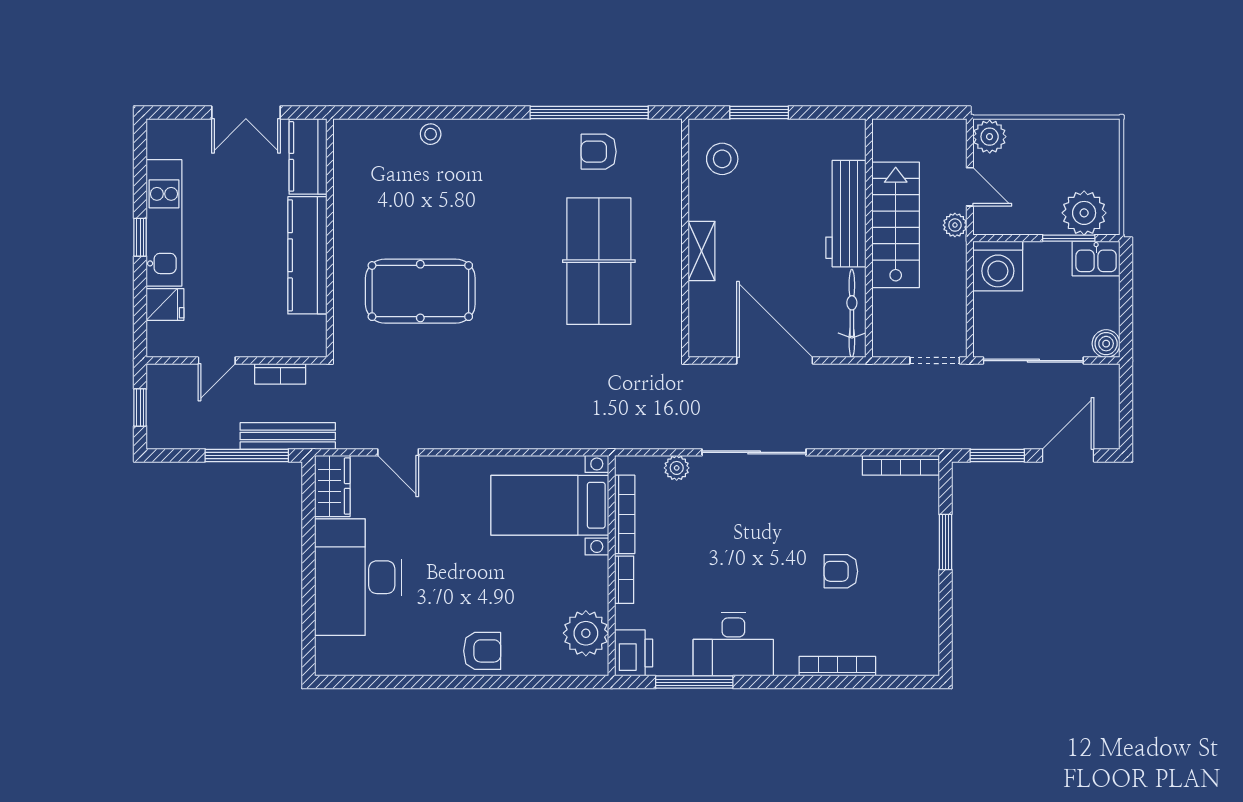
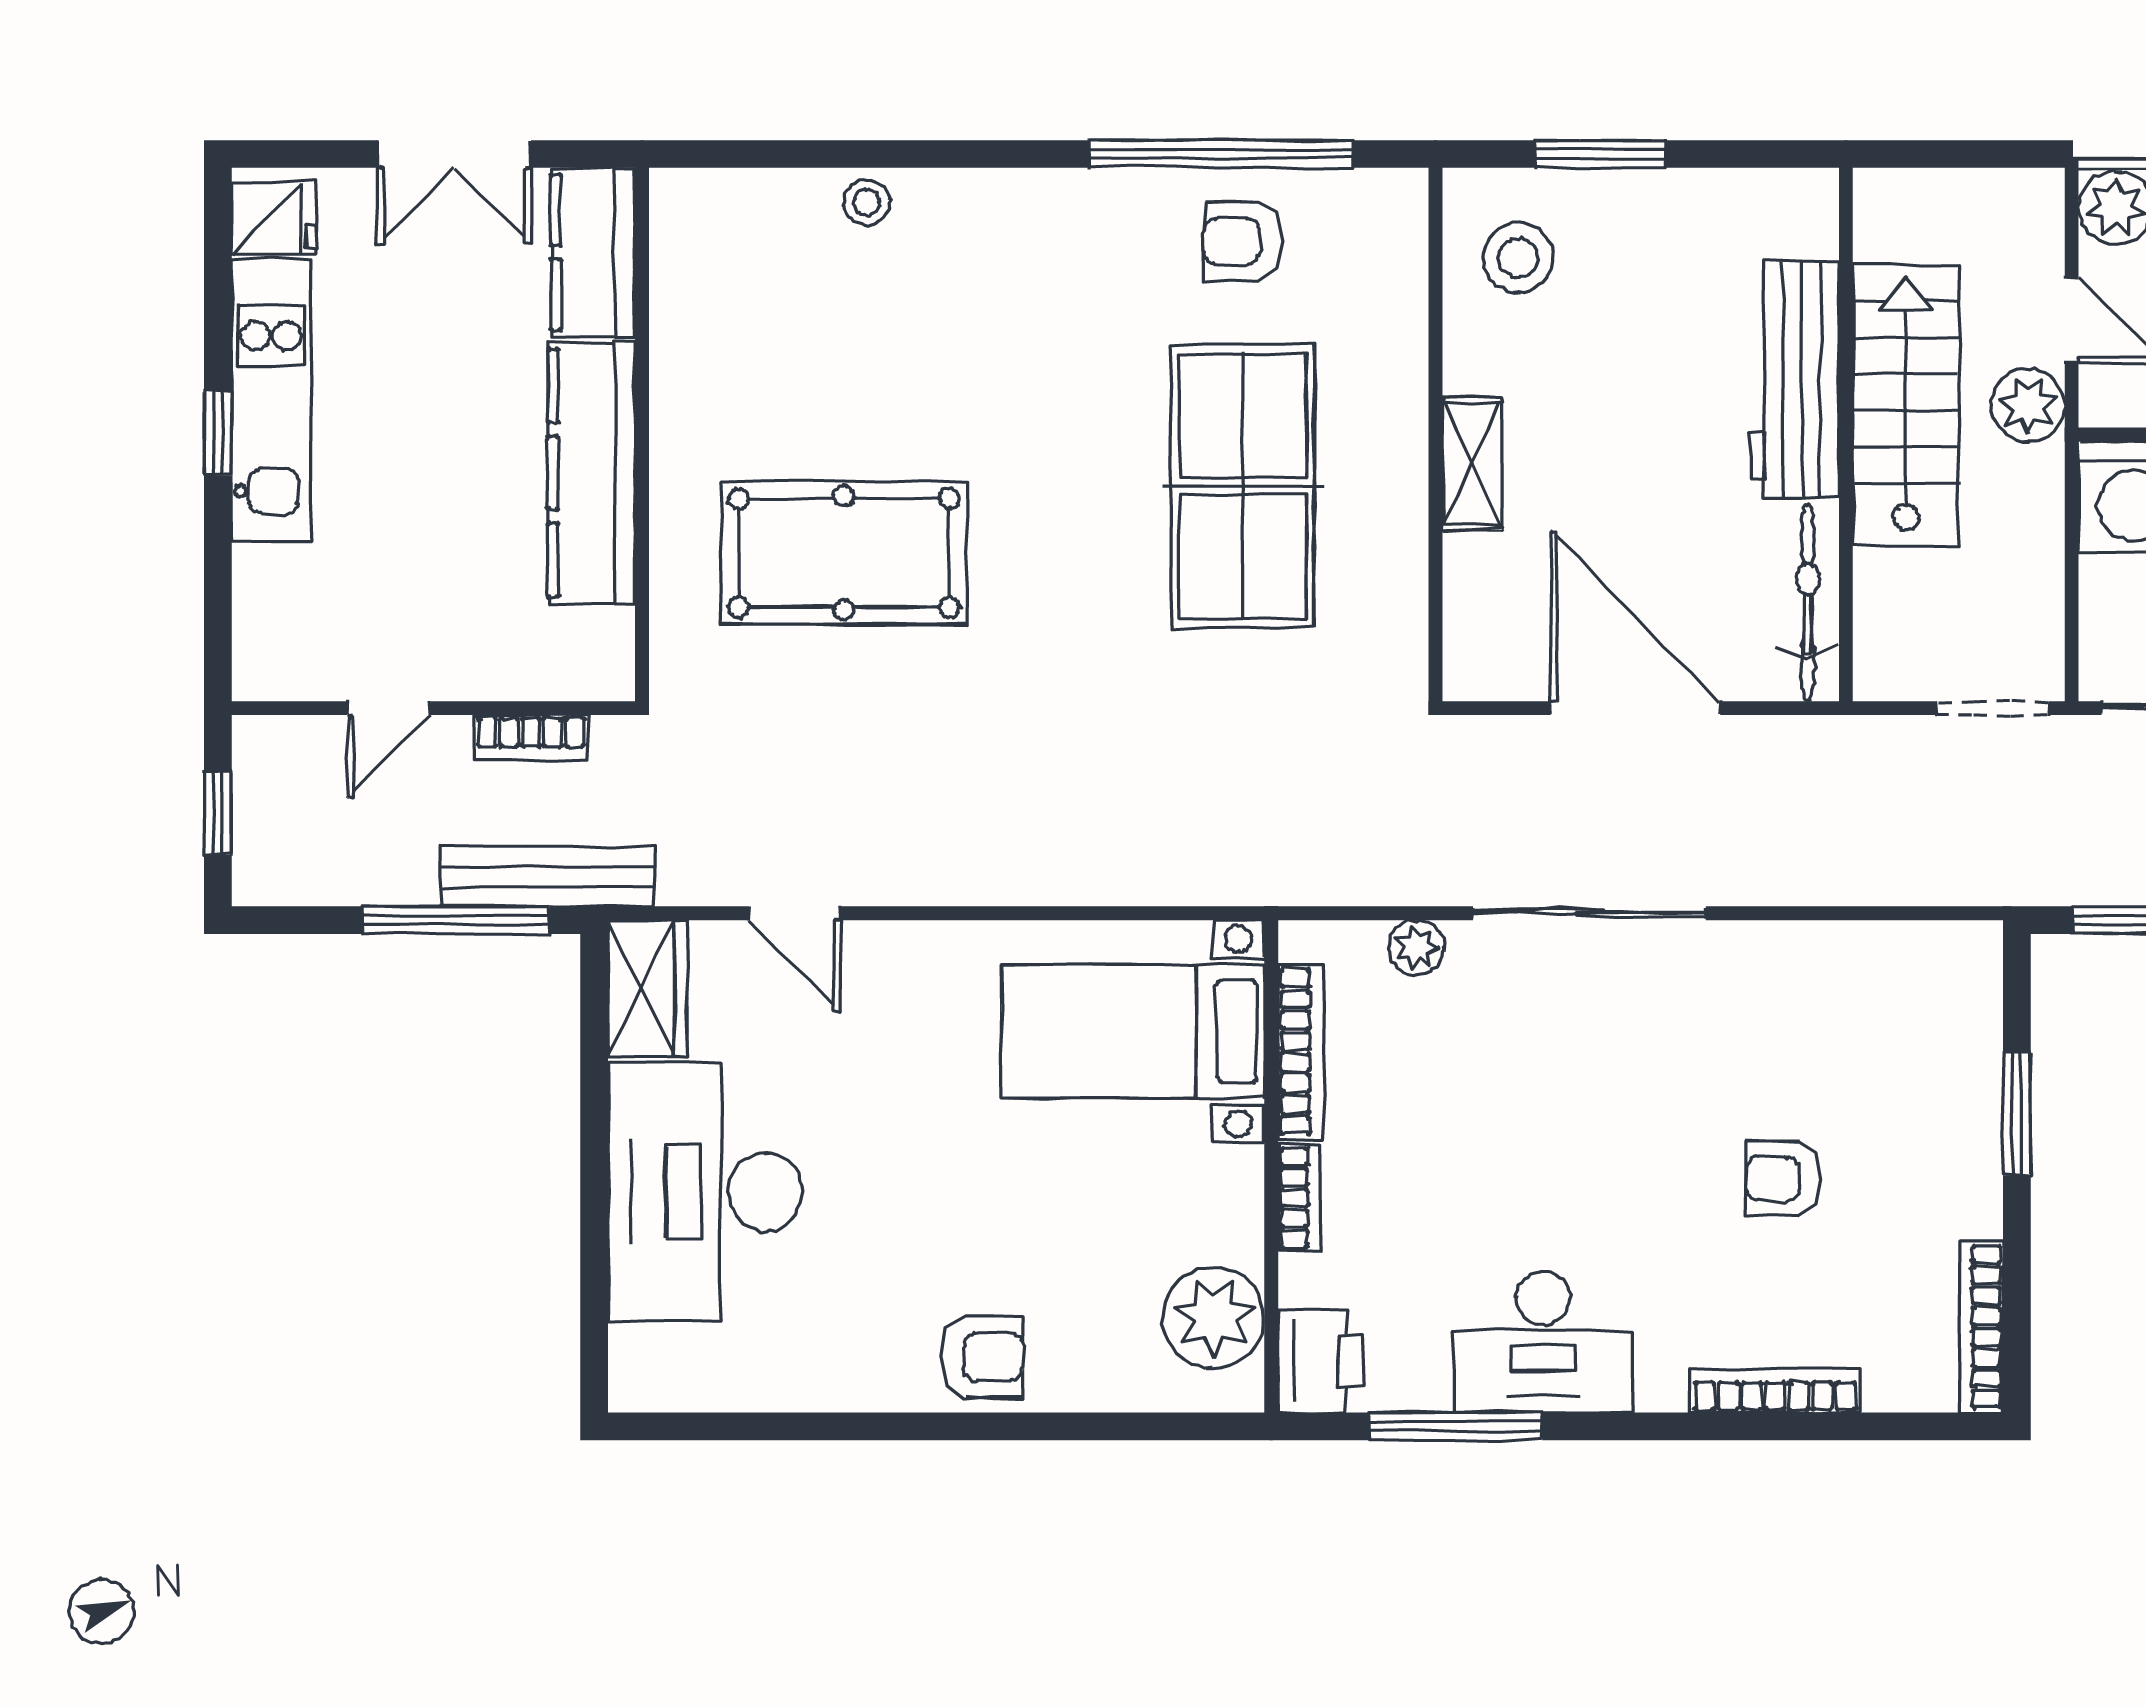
plant: (955, 225) -> (2028, 405), width x1.38, depth x1.38
fridge: (165, 304) -> (274, 219), moved
bookcase: (901, 465) -> (1981, 1327), moved, turned 90

